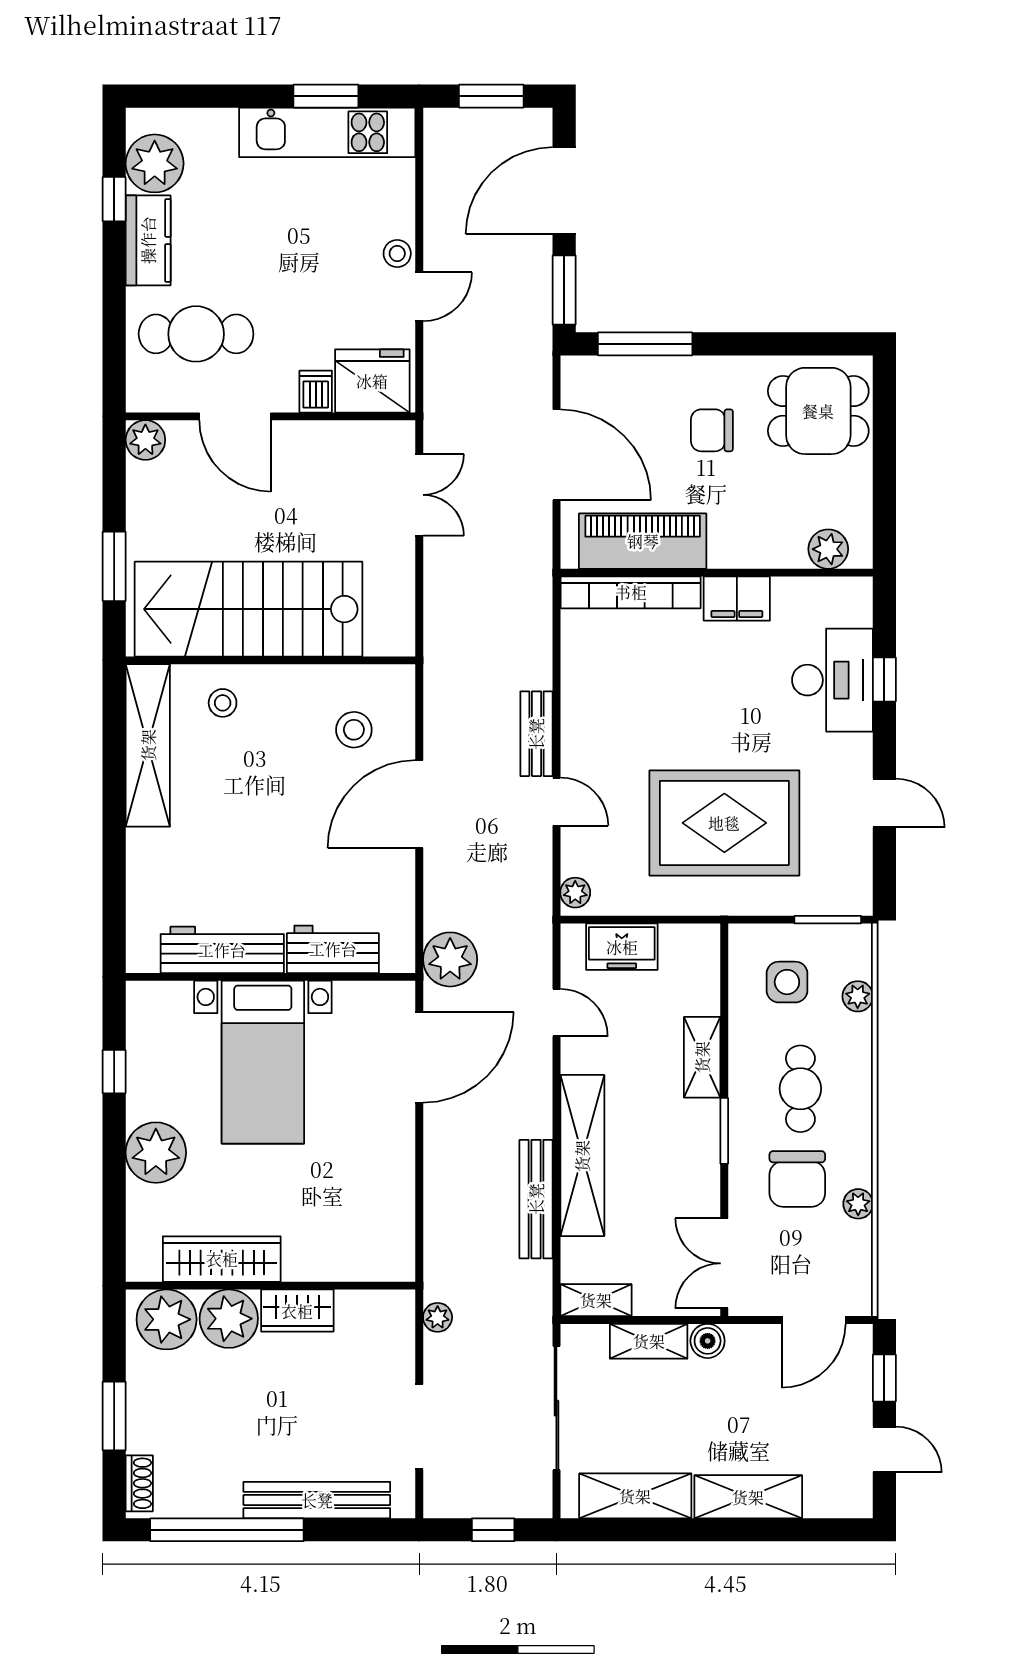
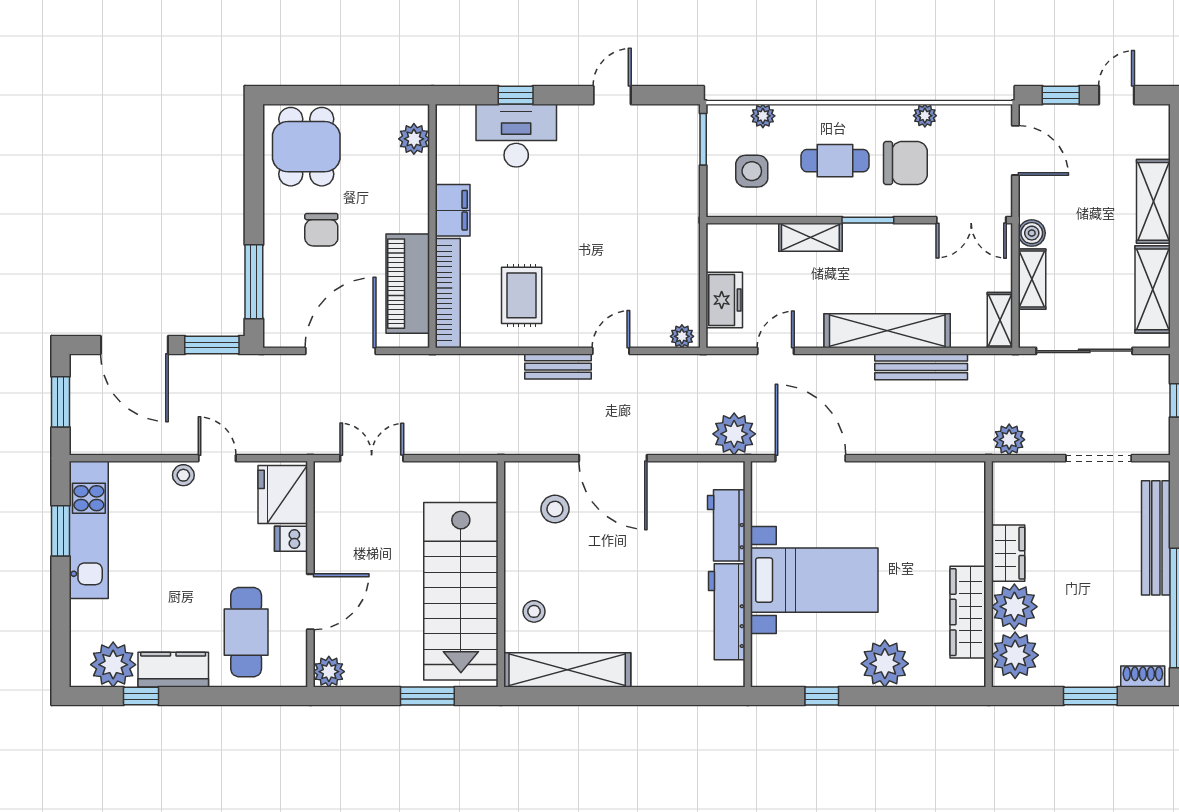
rug: (724, 823) -> (522, 295), moved, width x0.54, depth x0.49
plant: (438, 1317) -> (1009, 440), width x1.38, depth x1.38

